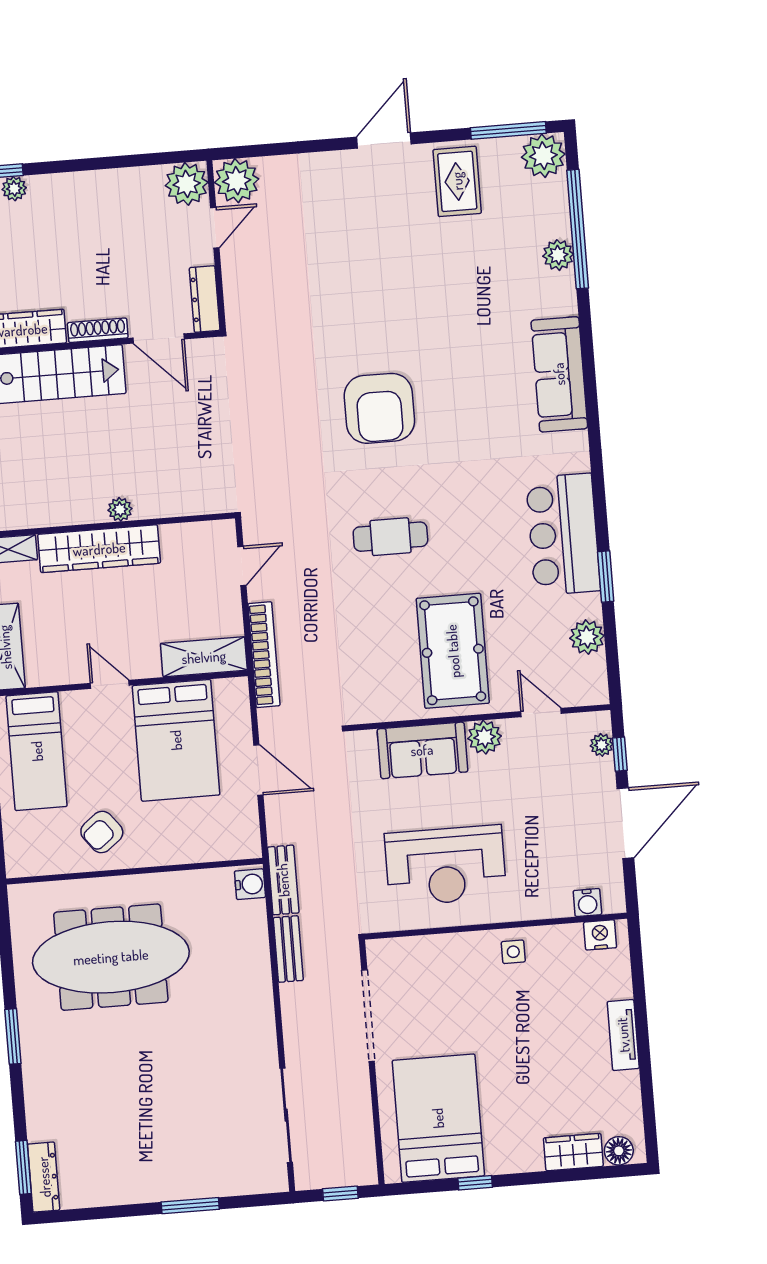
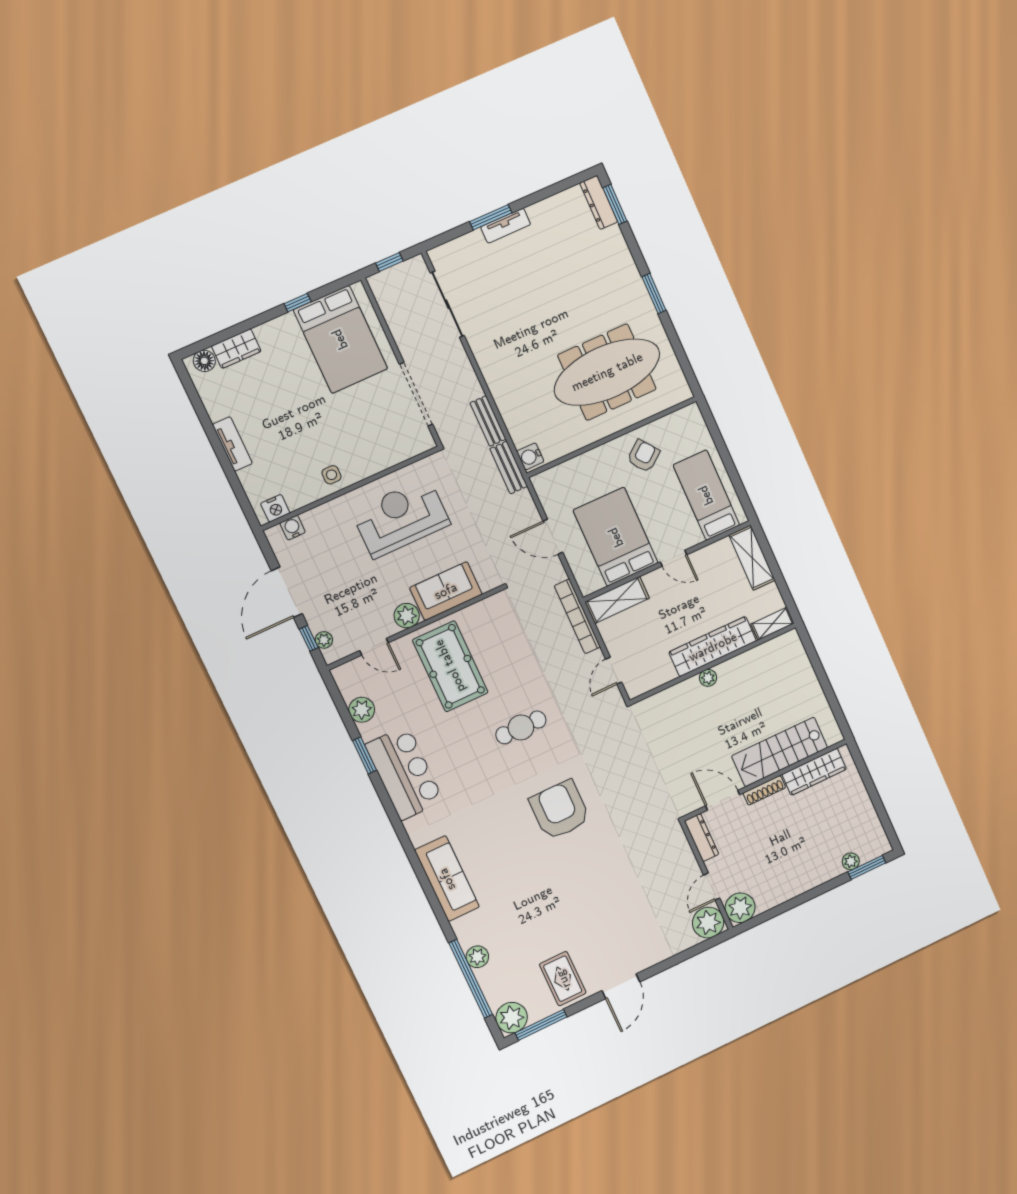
tv unit: (175, 1189) -> (506, 226), added

